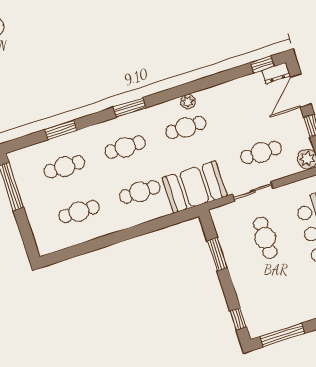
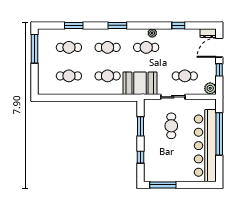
window: (262, 64) -> (178, 25), moved
window: (238, 319) -> (141, 157), moved

